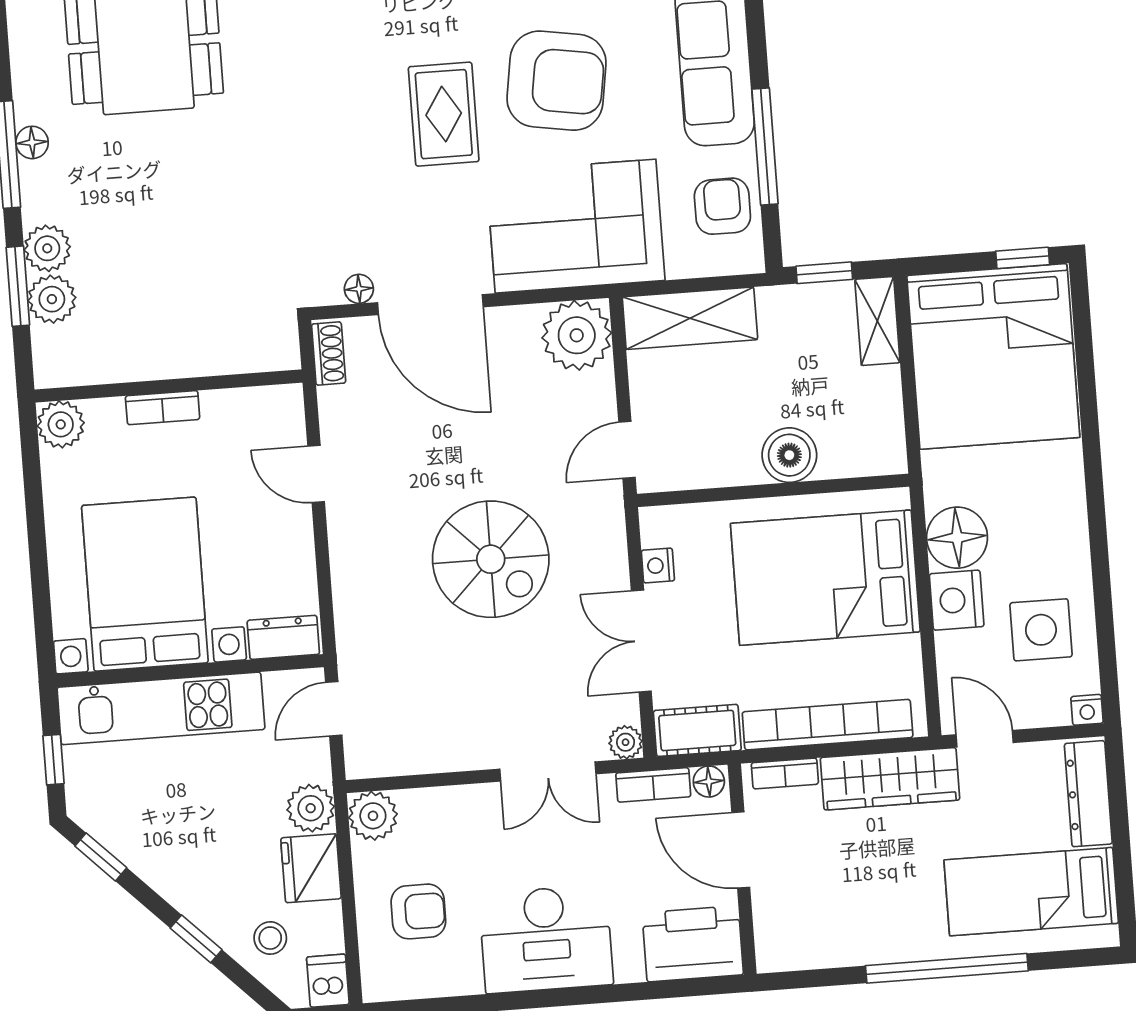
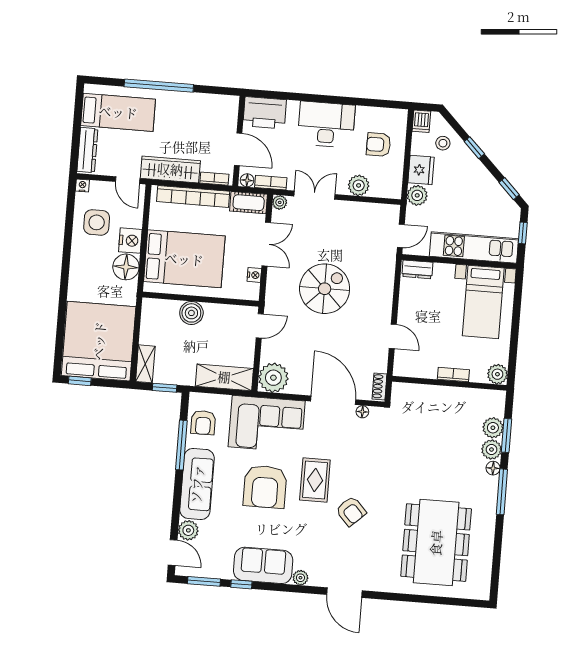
armchair: (349, 55) -> (351, 511), added
armchair: (557, 81) -> (265, 487), turned -99
floor lamp: (32, 142) -> (493, 468), moved
spiral stairs: (491, 559) -> (325, 289), turned 90
bed with nightstands: (145, 584) -> (483, 302), width x0.73
plant: (373, 816) -> (359, 185), moved

